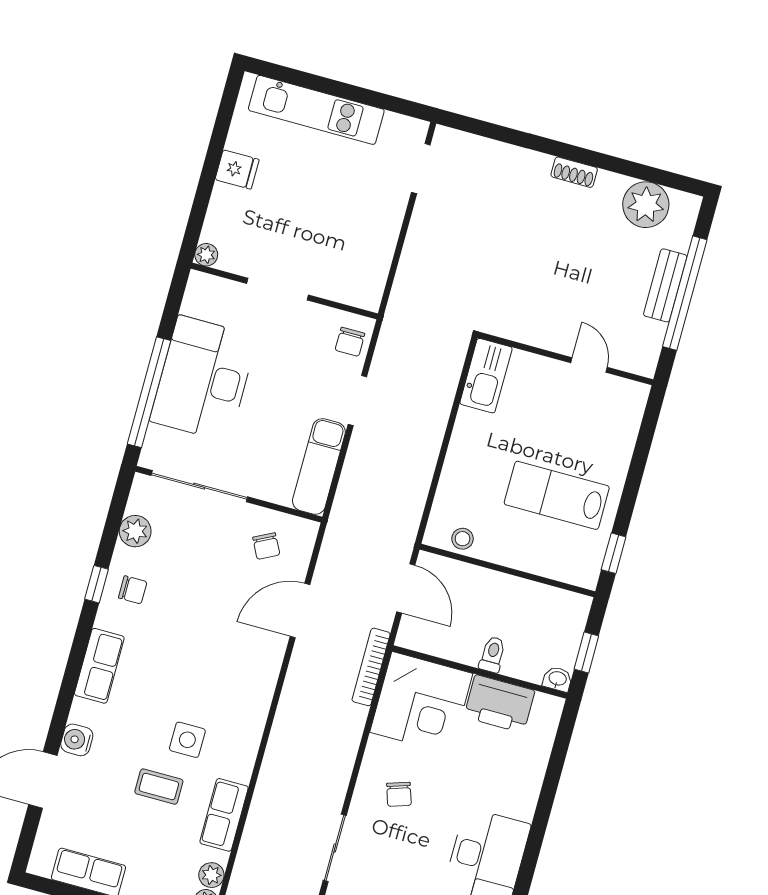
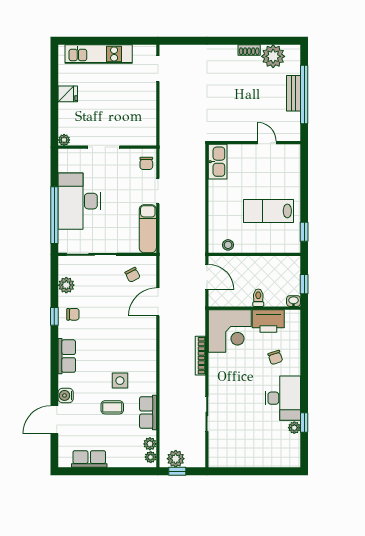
shoe rack: (574, 172) -> (249, 50), moved
bookcase: (371, 667) -> (200, 356), moved
chair: (399, 794) -> (275, 357), moved

